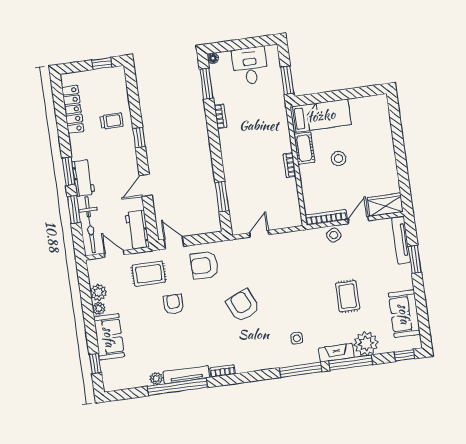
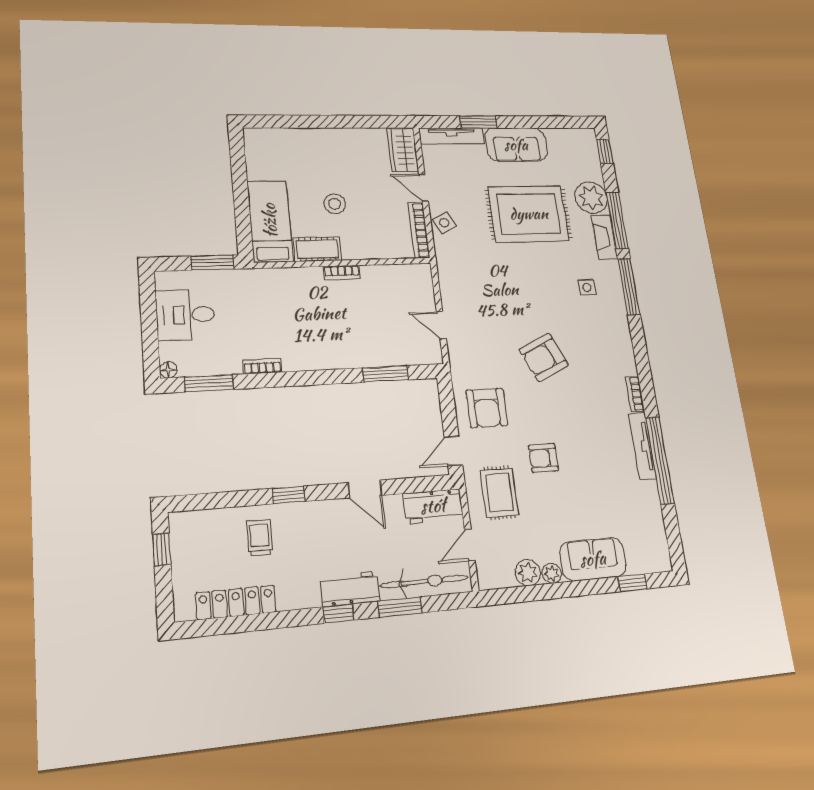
window: (69, 171) -> (338, 614), width x0.67
rug: (348, 296) -> (529, 214), width x1.86, depth x2.06
sofa: (404, 314) -> (516, 145), moved
plant: (156, 379) -> (650, 491), removed

